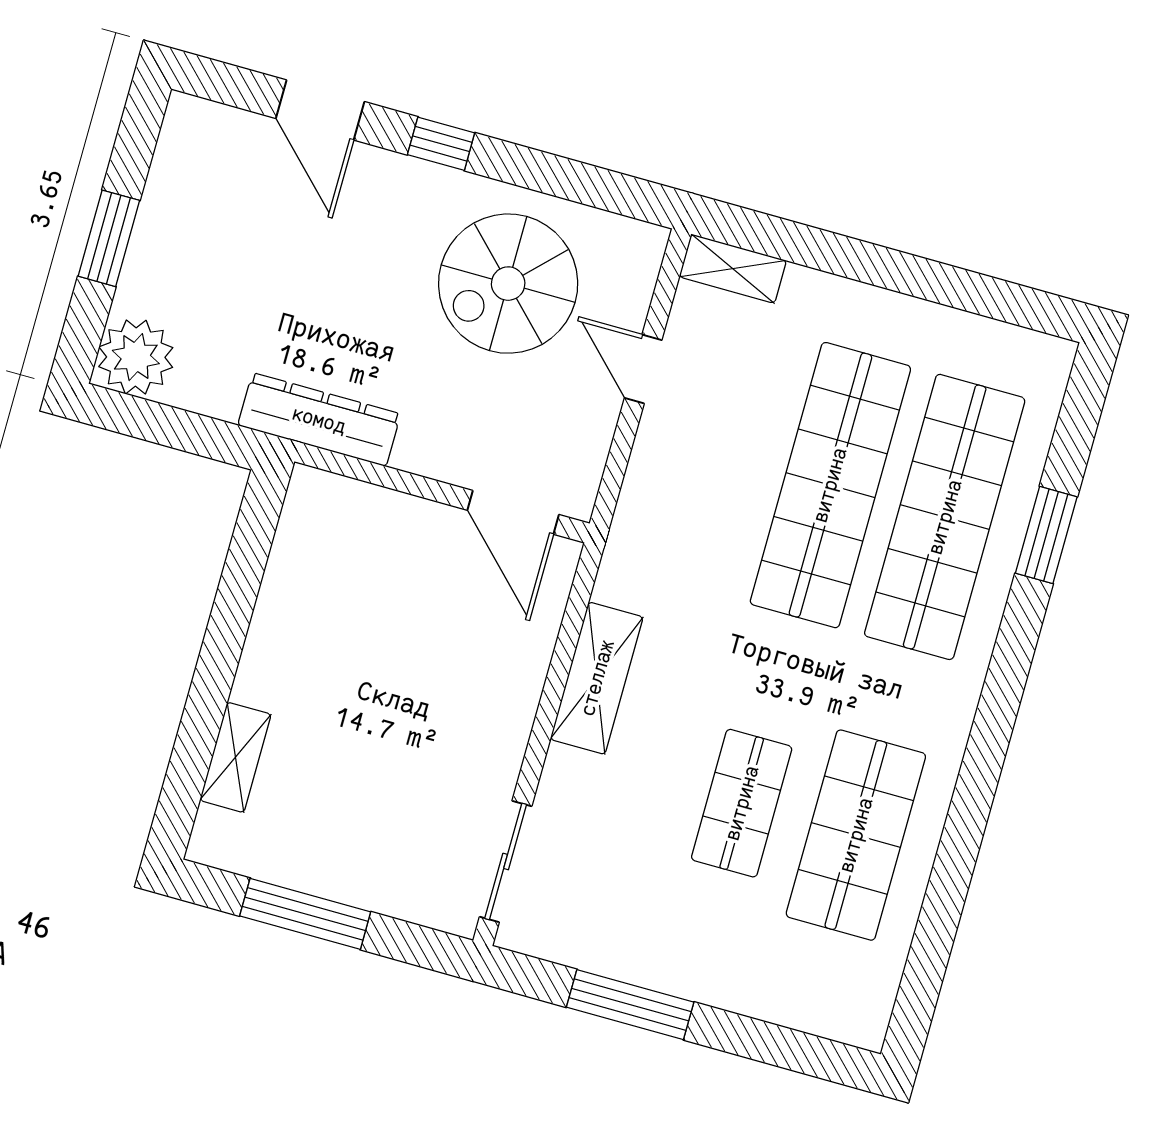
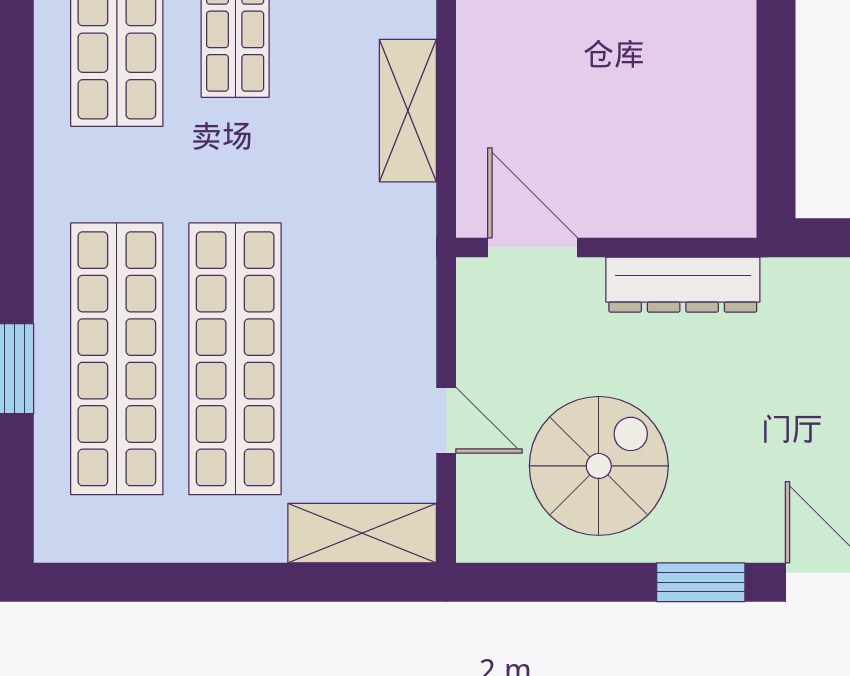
window: (441, 144) -> (701, 582), width x1.50
shelving: (733, 269) -> (362, 533), width x1.50, depth x1.33
dresser: (319, 420) -> (683, 285), moved

